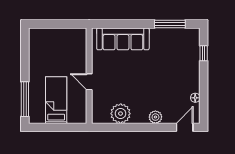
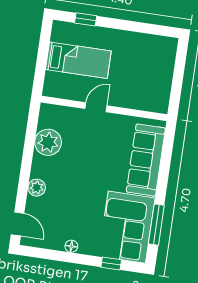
corner sofa: (175, 46) -> (127, 227), added
floor lamp: (195, 98) -> (71, 246), moved
window: (25, 99) -> (86, 19), width x0.46

